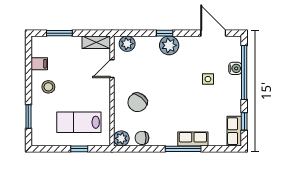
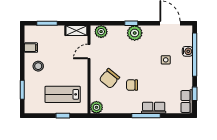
chair: (142, 138) -> (132, 85), moved

